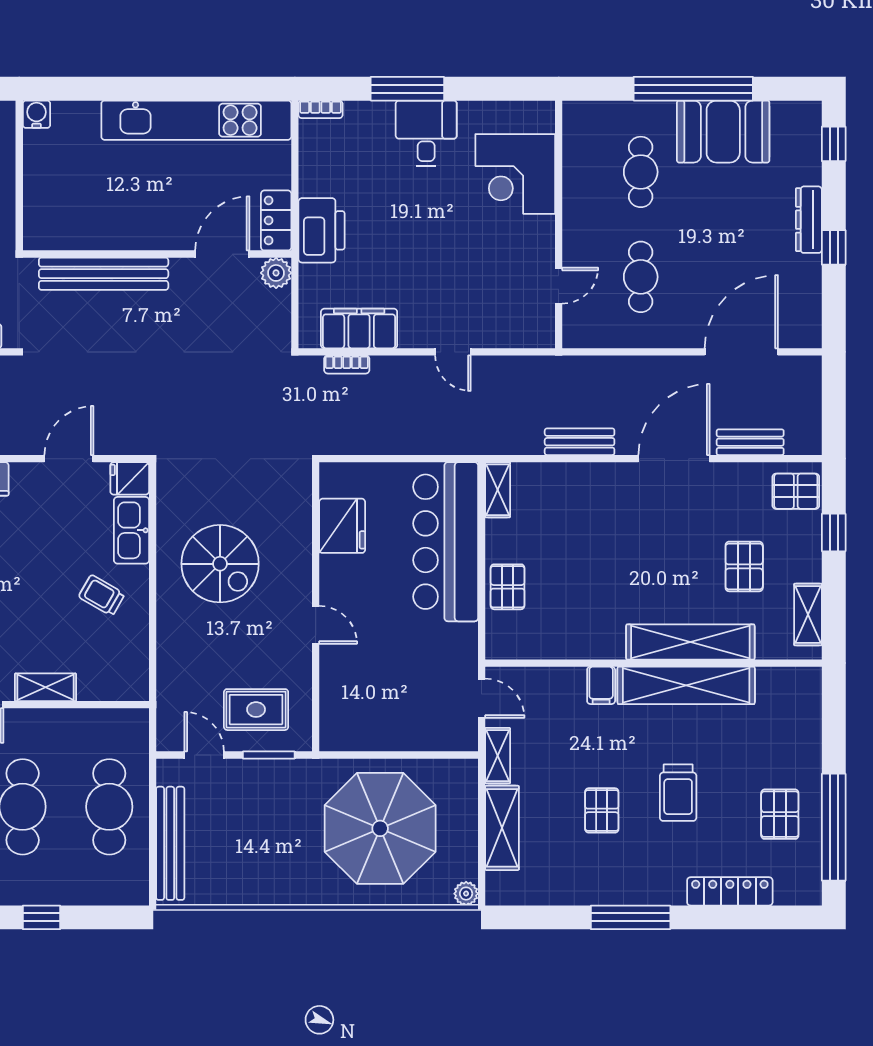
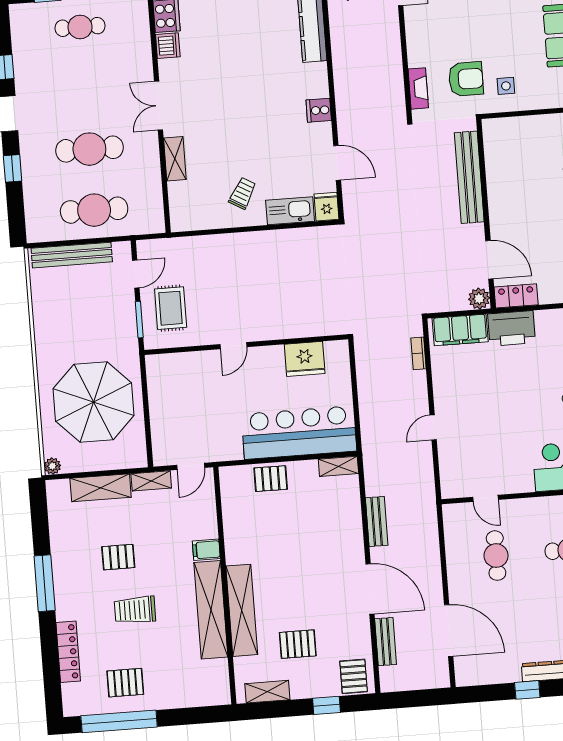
cafe table: (641, 277) -> (496, 556), turned 90
filing cabinet: (359, 329) -> (460, 330), moved, turned 90
spiral stairs: (220, 564) -> (271, 275), removed

